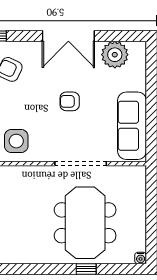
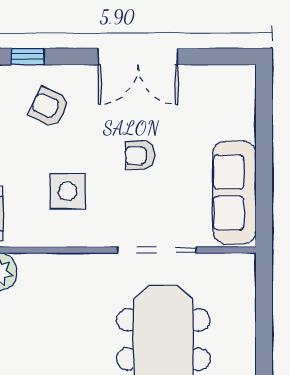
plant: (115, 55) -> (208, 85), removed
side table: (16, 141) -> (68, 191), moved

